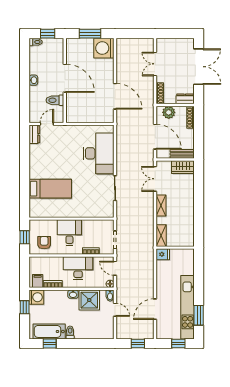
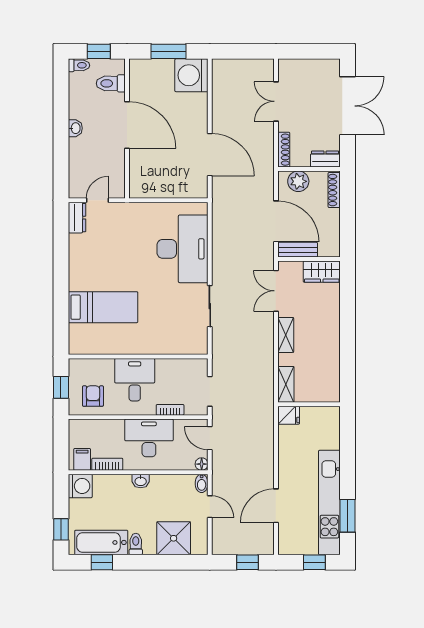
toilet: (55, 100) -> (111, 83), moved
bench: (182, 154) -> (298, 250), moved
shower: (89, 300) -> (174, 538), moved
window: (25, 307) -> (61, 529), moved

